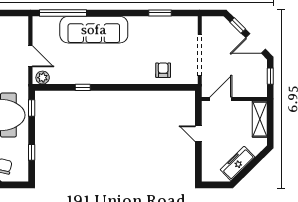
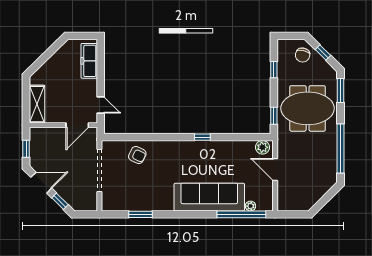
plant: (54, 21) -> (251, 206), added
armchair: (163, 70) -> (137, 155), turned -64
window: (83, 87) -> (202, 137), moved
door: (198, 134) -> (101, 105), moved
freezer: (238, 163) -> (89, 61), moved, turned 134

